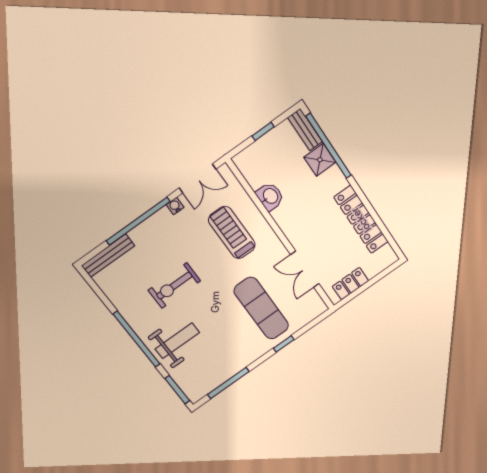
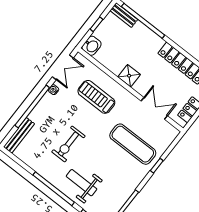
shower: (320, 160) -> (129, 76), moved
washbasin: (270, 196) -> (92, 46), moved, turned 90
double door: (305, 269) -> (154, 108), swing flipped
weight bench: (177, 341) -> (82, 183), turned -90

